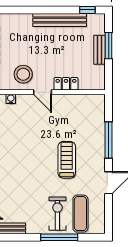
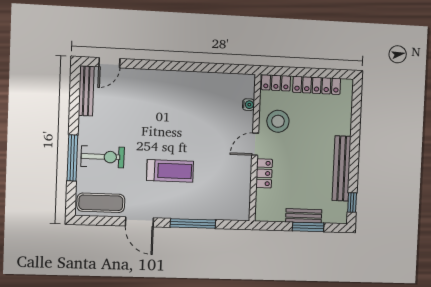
exercise mat: (80, 214) -> (101, 203), moved

